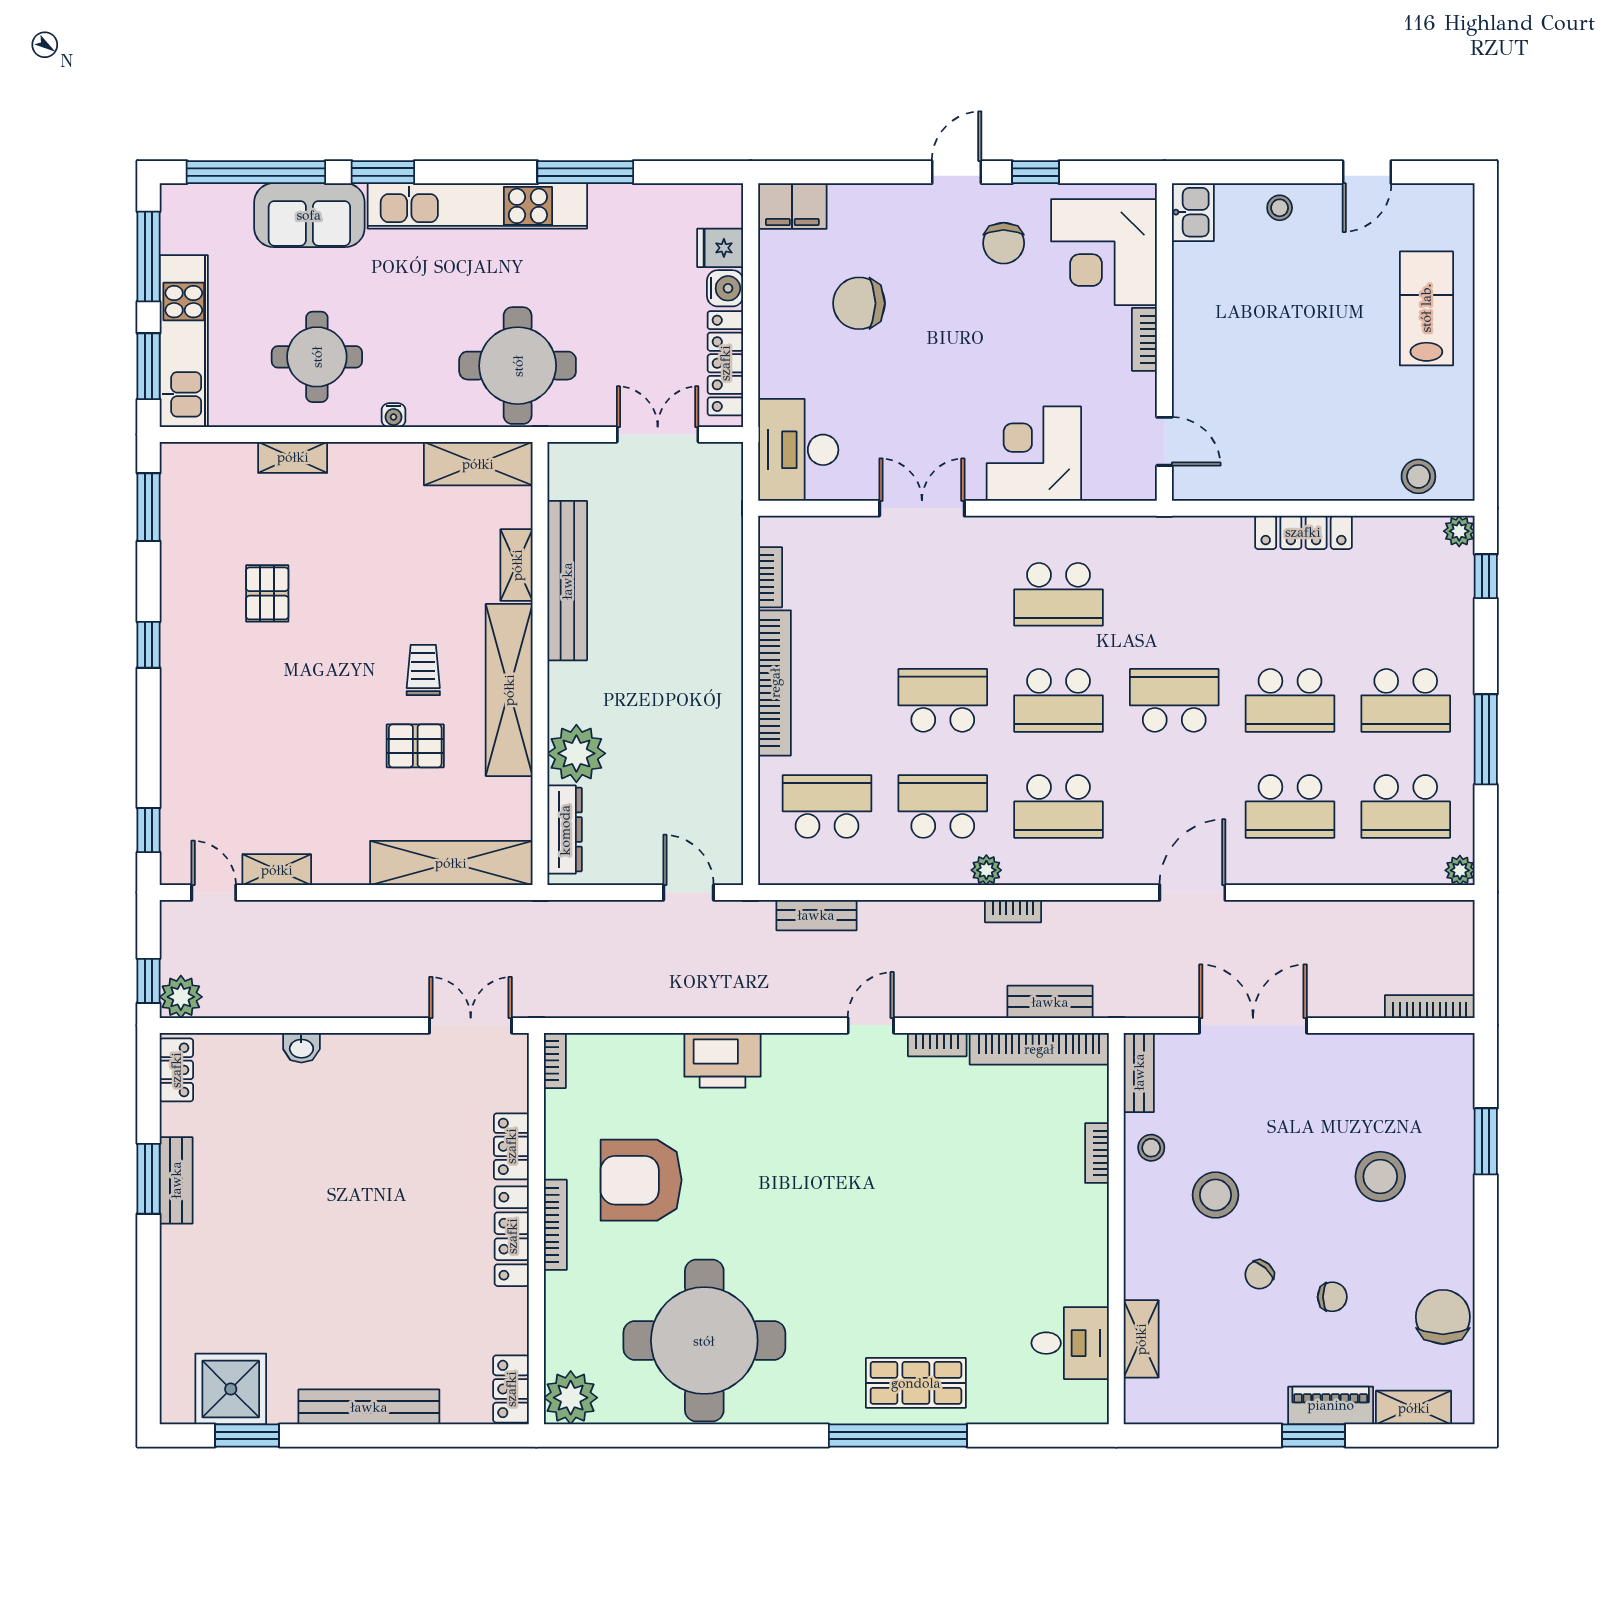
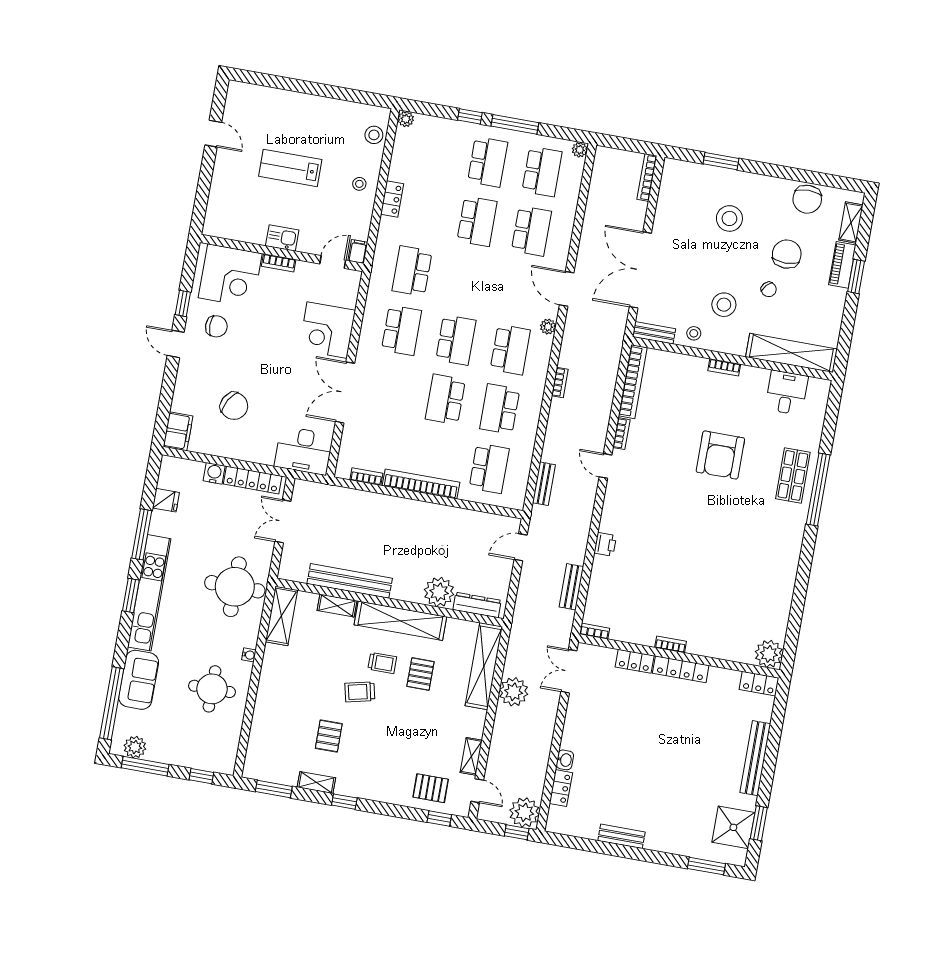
window: (383, 172) -> (131, 596), moved
stool: (1280, 208) -> (359, 184), moved
kitchen sink: (1193, 212) -> (282, 238), moved
plant: (181, 231) -> (135, 747), added
fridge: (720, 248) -> (166, 500), moved, turned -90
chair: (859, 303) -> (234, 406), turned -60
lab bench: (1426, 308) -> (290, 168), moved
kitchen unit: (184, 341) -> (192, 756), removed
window: (148, 366) -> (201, 776), width x0.67
shelving: (293, 457) -> (316, 782), moved, turned 90
filing cabinet: (1193, 485) -> (358, 251), added
double door: (922, 508) -> (345, 392), width x1.37
locker: (1303, 532) -> (392, 199), width x0.66
window: (1486, 576) -> (470, 116), moved
pallet: (267, 593) -> (329, 736), turned 90
trolley: (361, 637) -> (360, 692), added
trolley: (423, 670) -> (382, 663), turned 180
school desk: (1174, 700) -> (412, 271), moved
pallet: (203, 804) -> (431, 788), added
school desk: (827, 806) -> (489, 468), turned 180
plant: (986, 870) -> (548, 327), moved
door: (214, 892) -> (477, 791), swing flipped
plant: (413, 928) -> (514, 692), added
plant: (181, 997) -> (524, 812), width x1.36, depth x1.36
bench: (1050, 1002) -> (571, 587), moved
double door: (1253, 1025) -> (640, 270), width x1.36
printer: (723, 1060) -> (605, 544), width x0.53, depth x0.68
locker: (176, 1070) -> (561, 788), moved, turned 90
bookcase: (1097, 1153) -> (724, 367), moved
window: (148, 1179) -> (706, 866), moved
armchair: (641, 1180) -> (720, 455), moved
bookcase: (555, 1225) -> (671, 644), width x0.64
chair: (1332, 1297) -> (787, 254), width x1.87, depth x1.87
chair: (1443, 1317) -> (807, 199), turned -90
shelving: (1141, 1339) -> (791, 353), width x2.20, depth x1.33
round table: (704, 1341) -> (752, 580), removed

